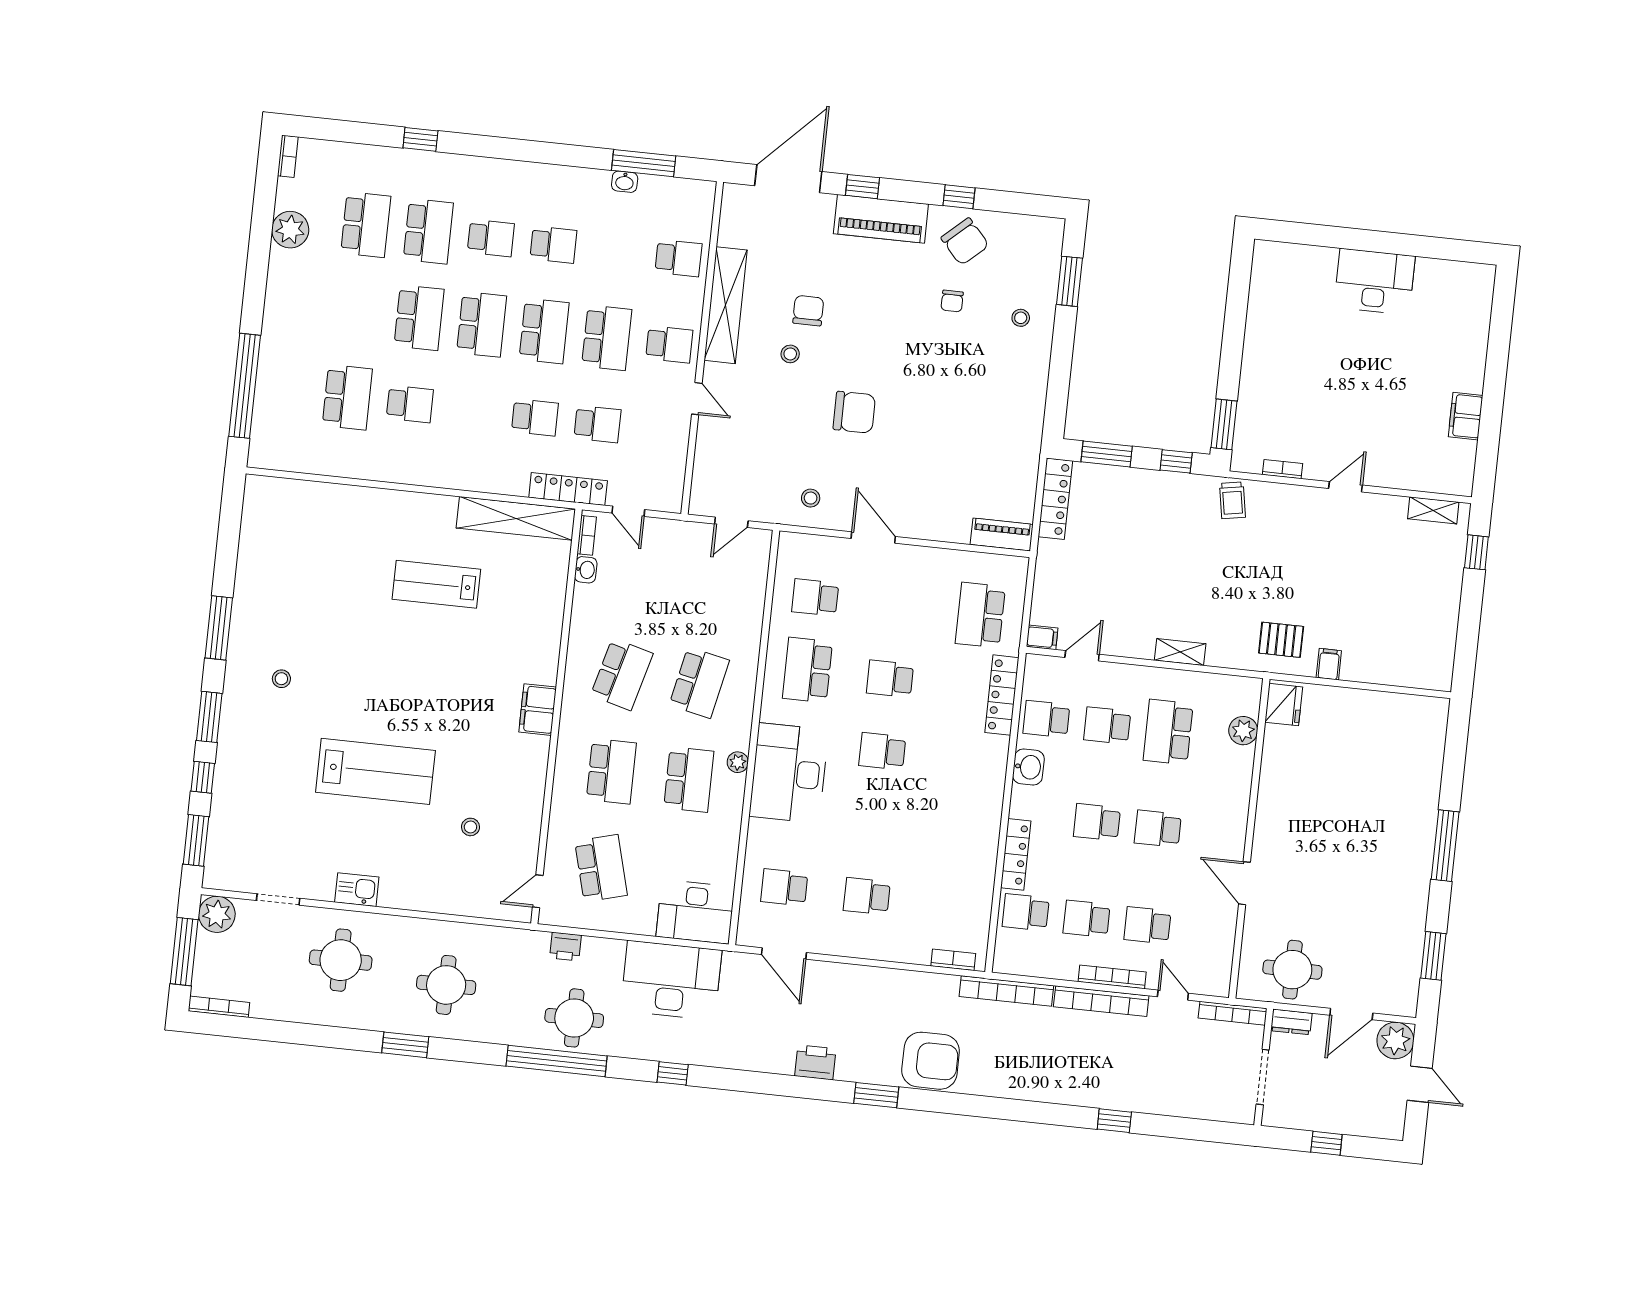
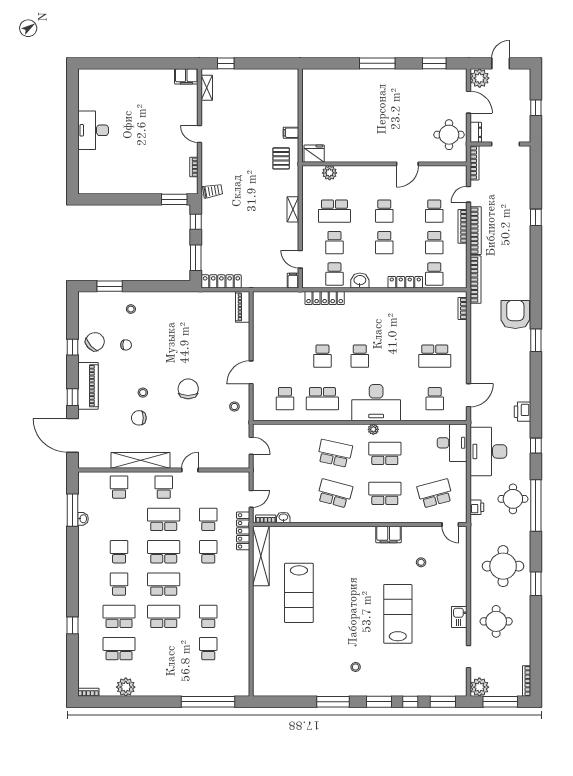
stool: (790, 354) -> (143, 393), moved
school desk: (347, 397) -> (208, 649), width x0.54
filing cabinet: (1466, 416) -> (186, 76), moved
lab bench: (436, 584) -> (299, 593), width x1.36, depth x1.39
school desk: (980, 615) -> (285, 313), removed
filing cabinet: (538, 710) -> (389, 534), moved
school desk: (867, 896) -> (435, 356), width x1.85
round table: (446, 985) -> (503, 566), width x1.36, depth x1.36
printer: (815, 1062) -> (522, 412), moved

